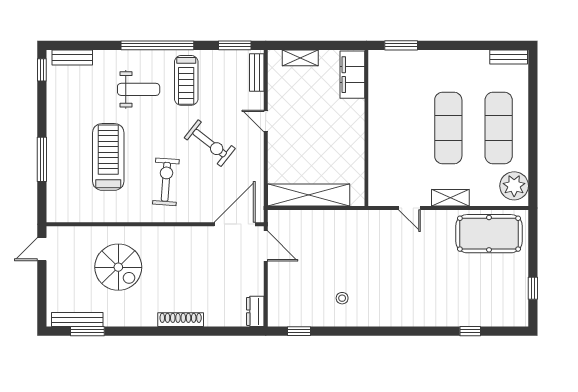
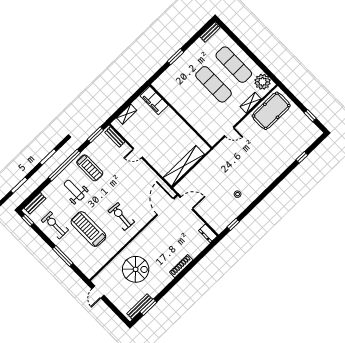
window: (401, 45) -> (175, 57), moved
weight bench: (139, 89) -> (74, 190), turned -90
exercise bike: (210, 143) -> (55, 225), moved, turned -128
shelving: (450, 198) -> (251, 103), moved

